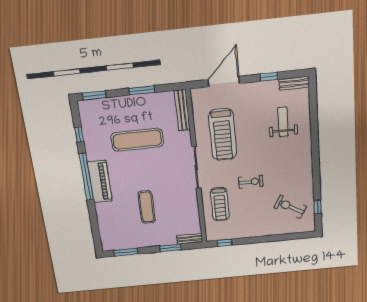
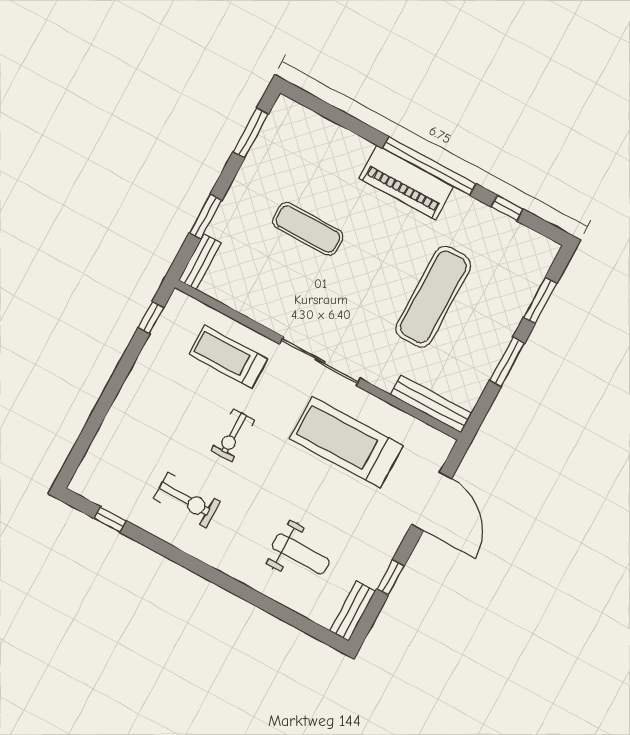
window: (94, 95) -> (540, 300), moved
exercise bike: (290, 207) -> (187, 500), moved, turned 61

